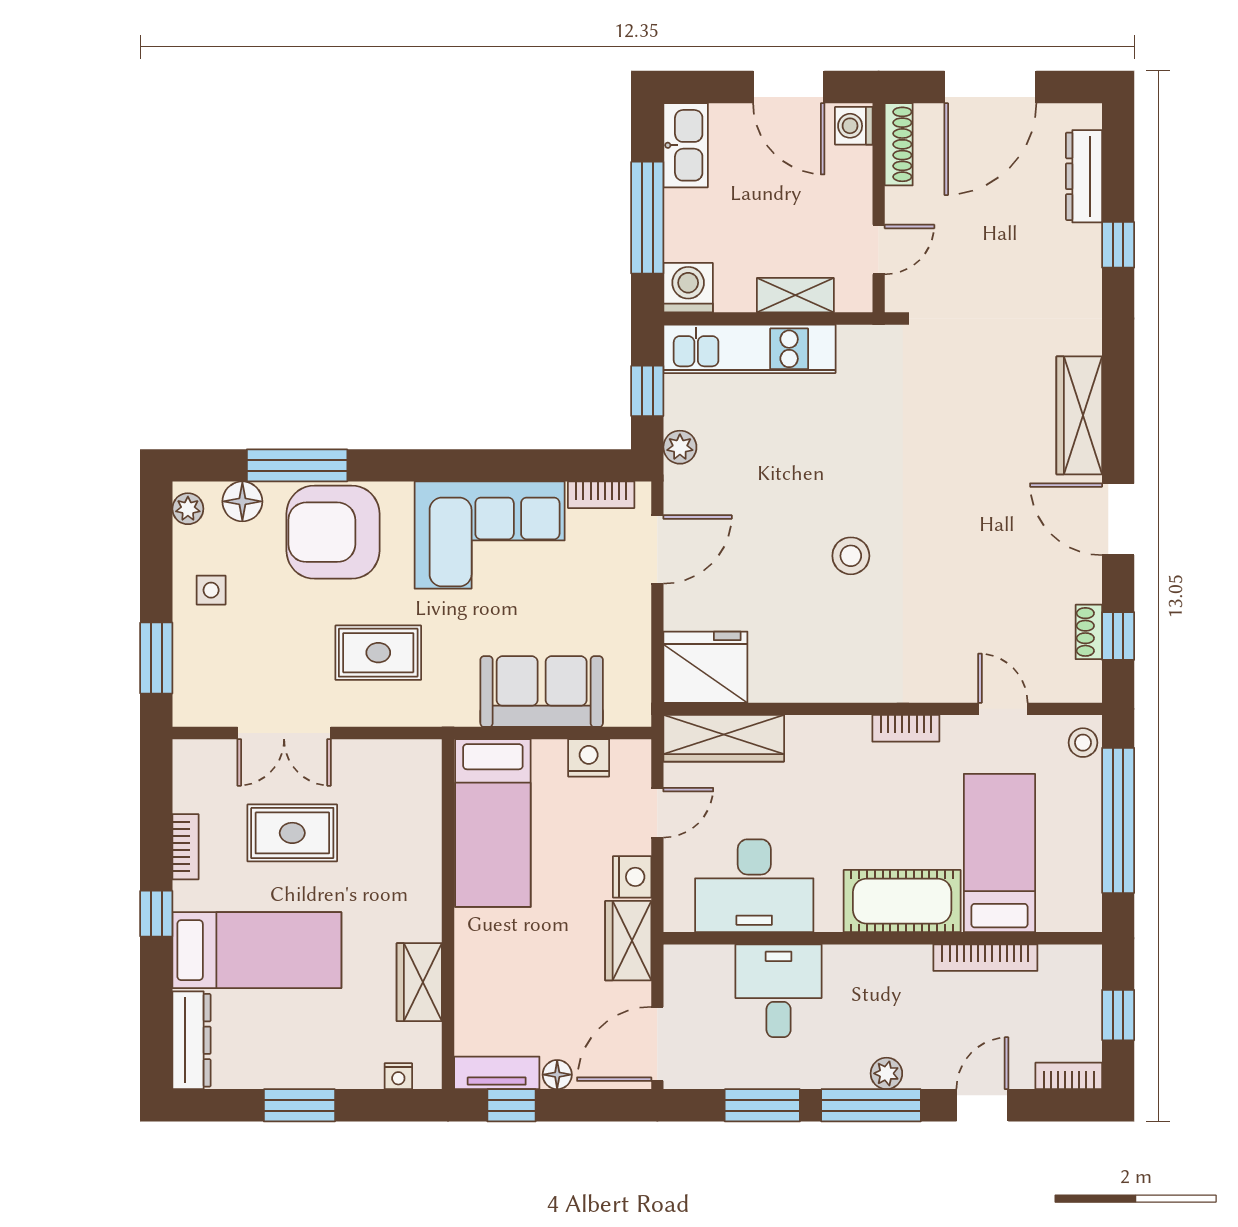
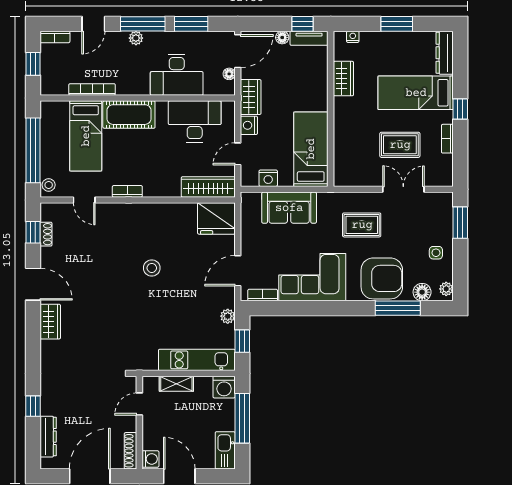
wardrobe: (1079, 415) -> (50, 322), width x0.67
desk: (779, 991) -> (177, 75), width x1.37
floor lamp: (677, 993) -> (229, 74), added

